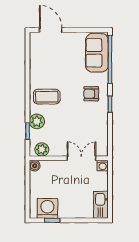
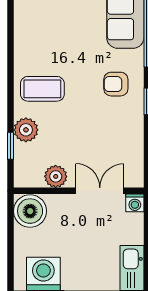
plant: (42, 150) -> (56, 176), moved
boiler: (35, 166) -> (30, 211), width x1.86, depth x1.86

